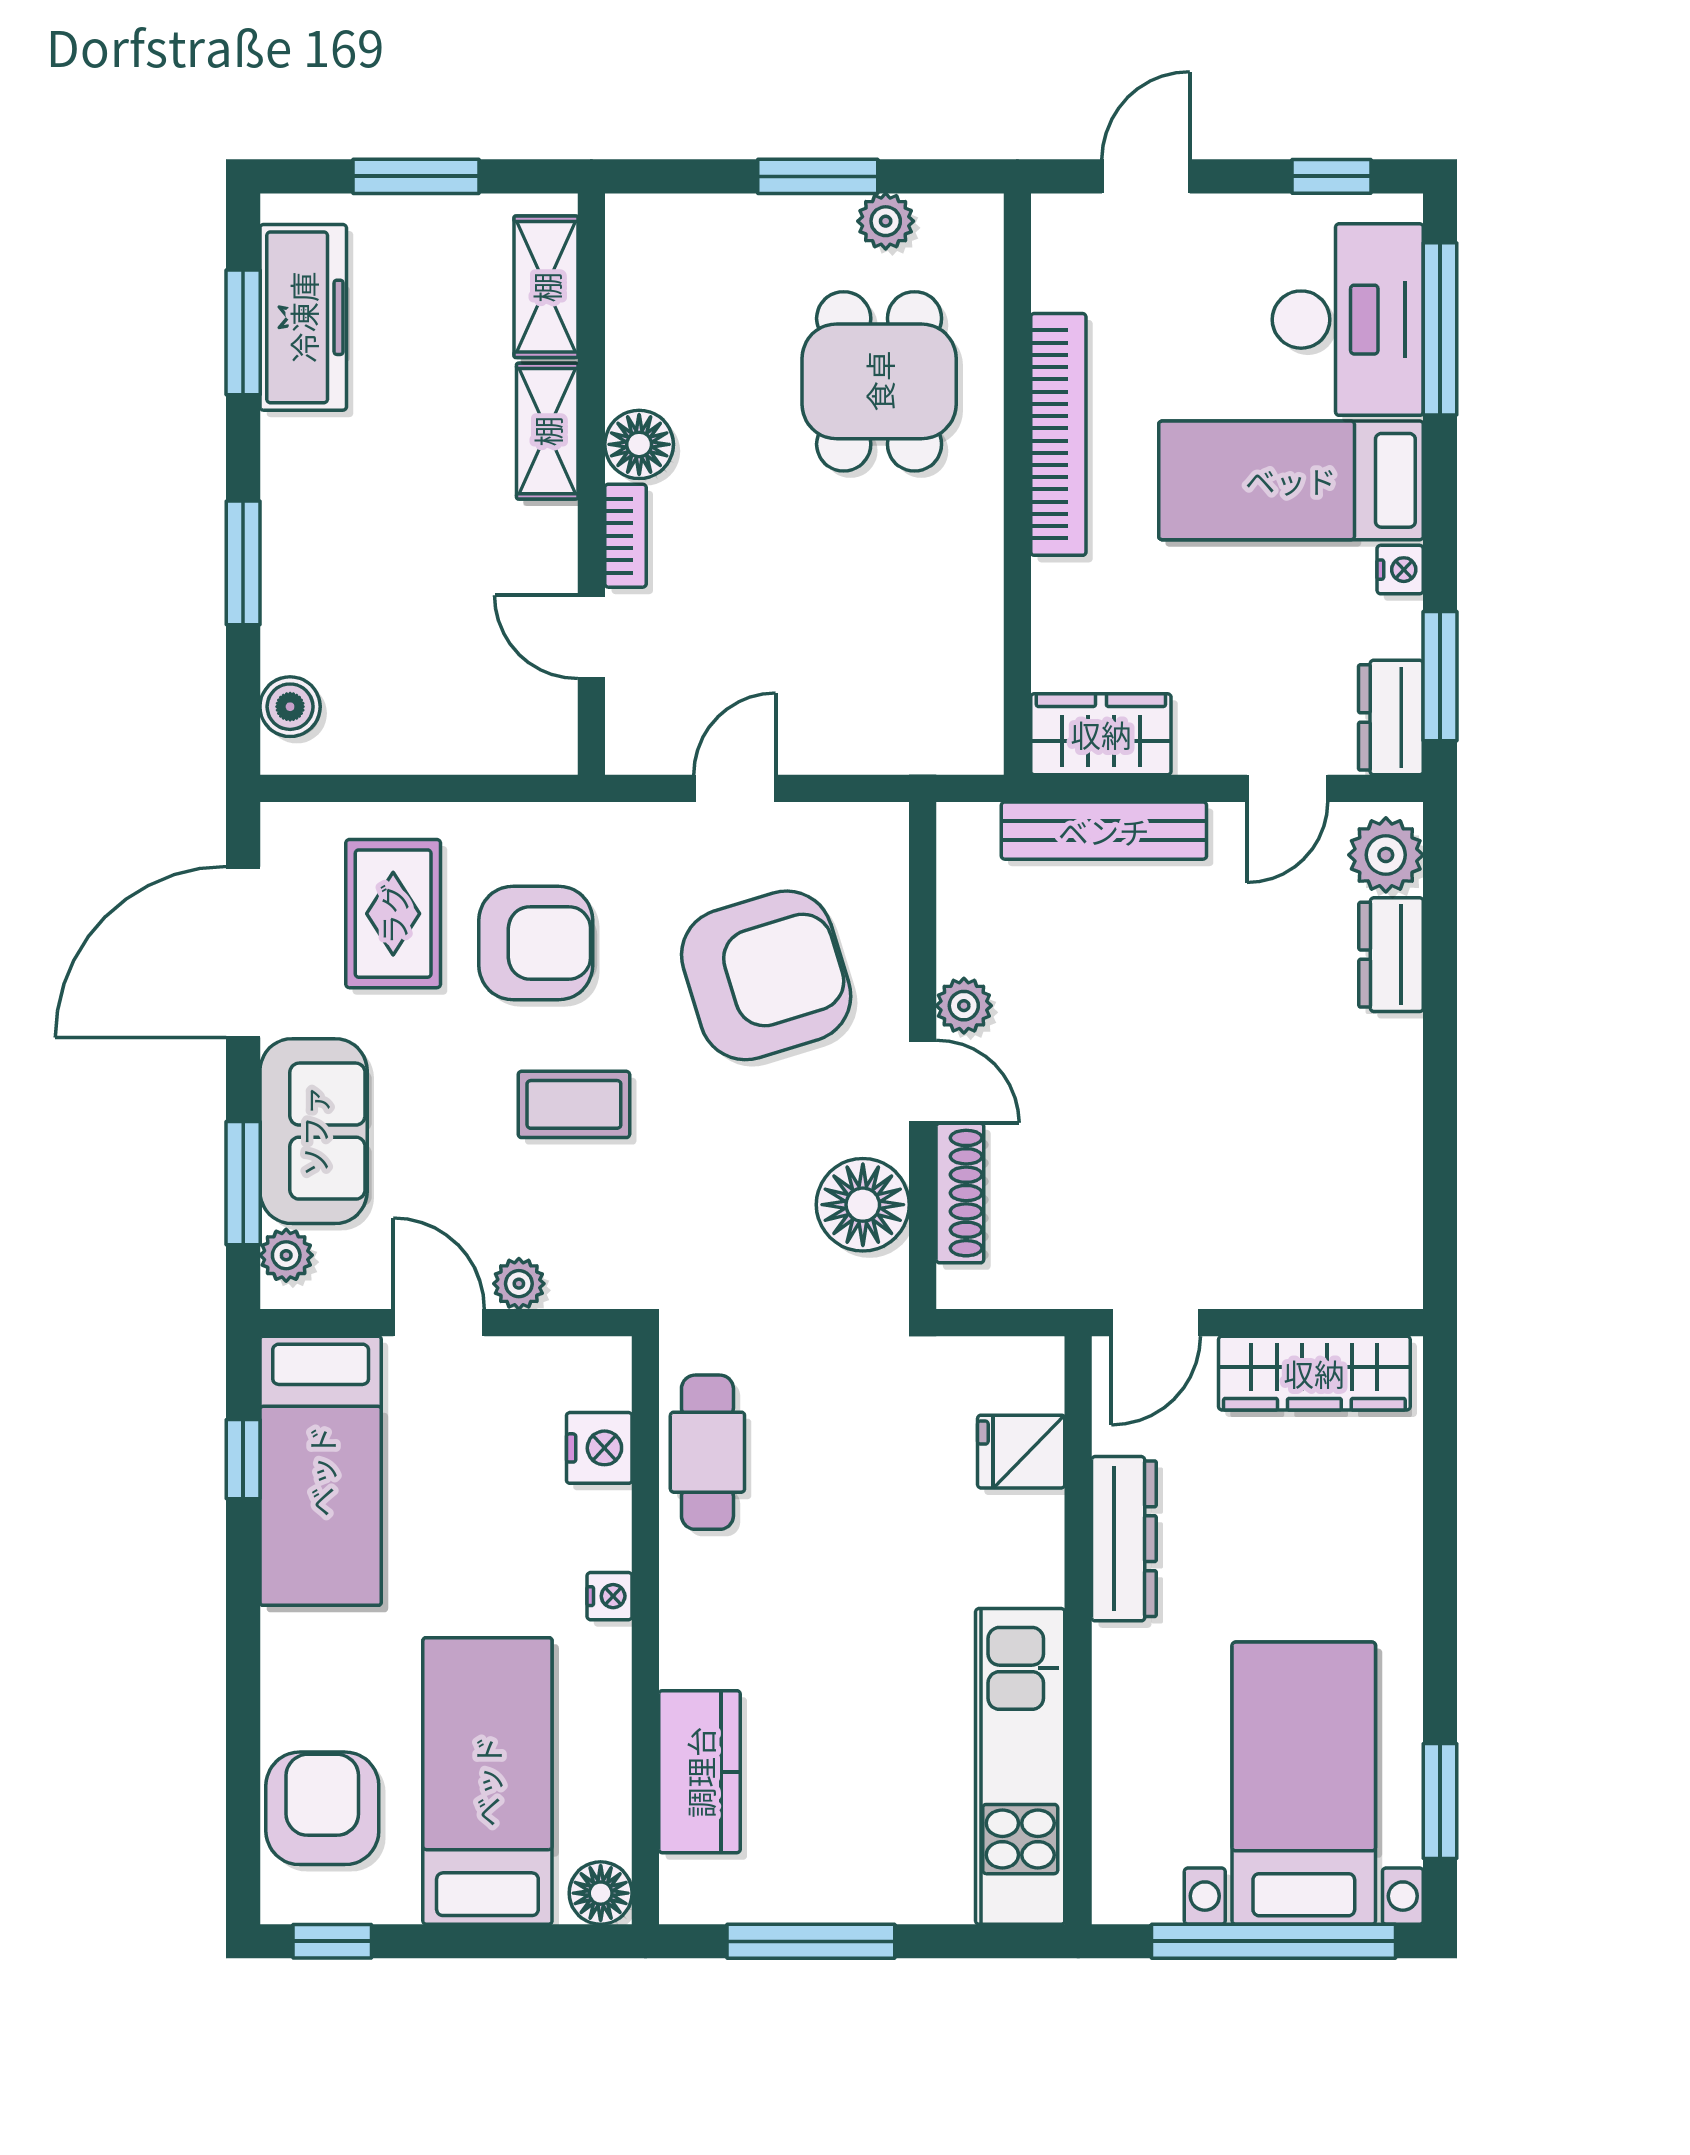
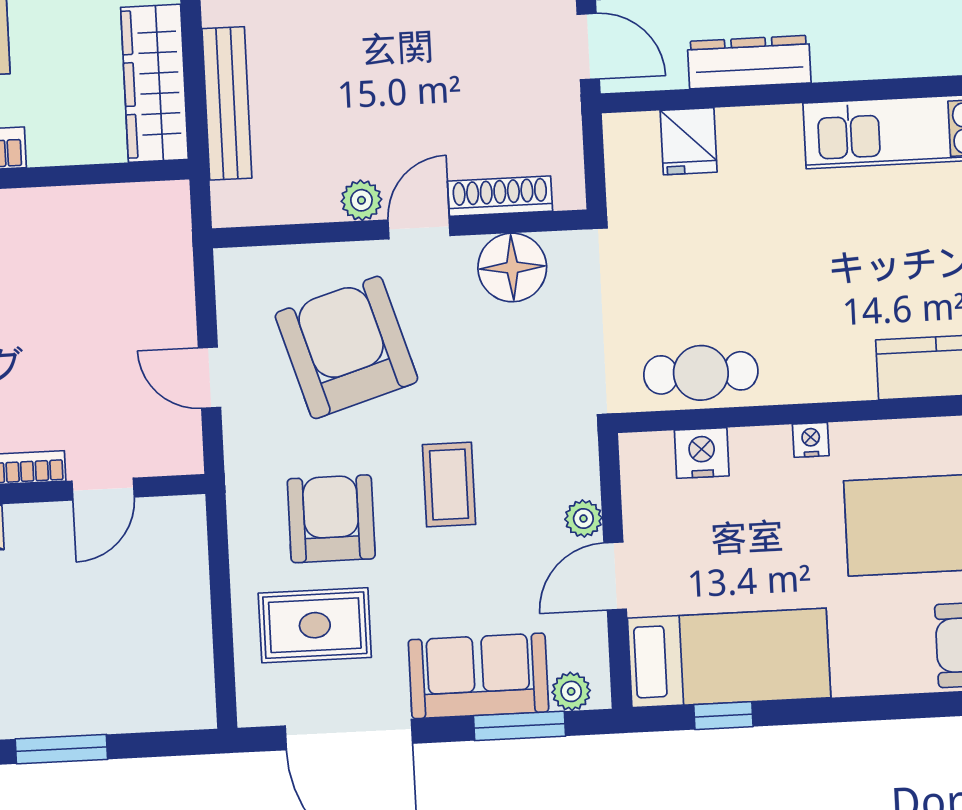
boiler: (290, 707) -> (166, 709), removed
wardrobe: (1101, 734) -> (155, 83), width x1.50

